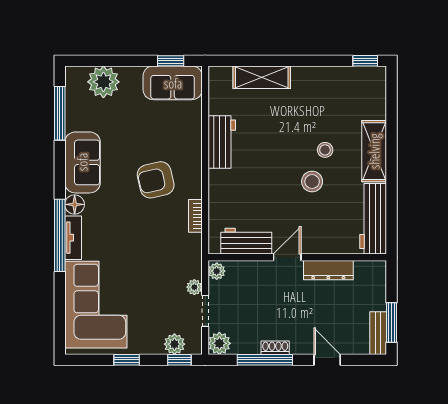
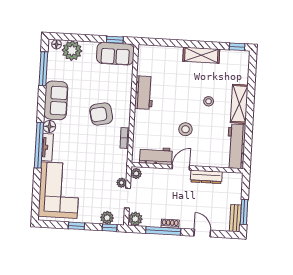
floor lamp: (78, 73) -> (56, 44), added
shelving: (262, 77) -> (201, 55), moved
stool: (312, 182) -> (185, 129), moved

